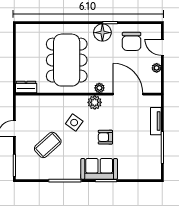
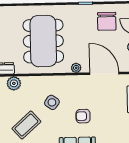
floor lamp: (102, 33) -> (78, 13), removed
plant: (95, 102) -> (14, 83), moved

